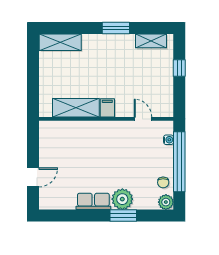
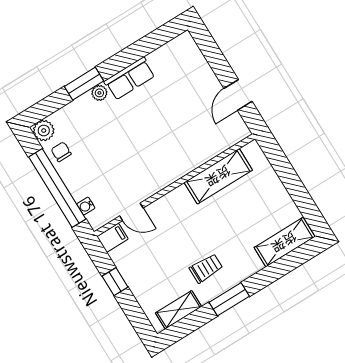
trolley: (118, 56) -> (206, 268), added
window: (179, 68) -> (115, 282), moved
filing cabinet: (107, 108) -> (113, 238), moved, turned -90
door: (33, 177) -> (238, 95), moved
plant: (122, 199) -> (99, 93), width x0.53, depth x0.53

